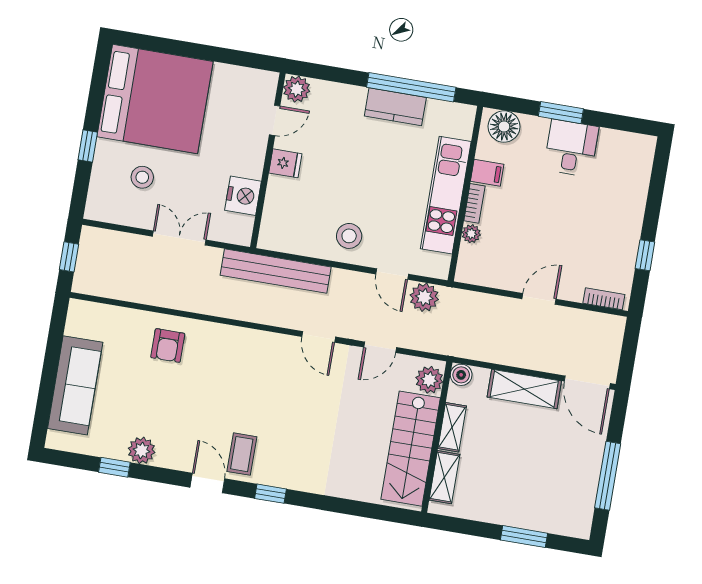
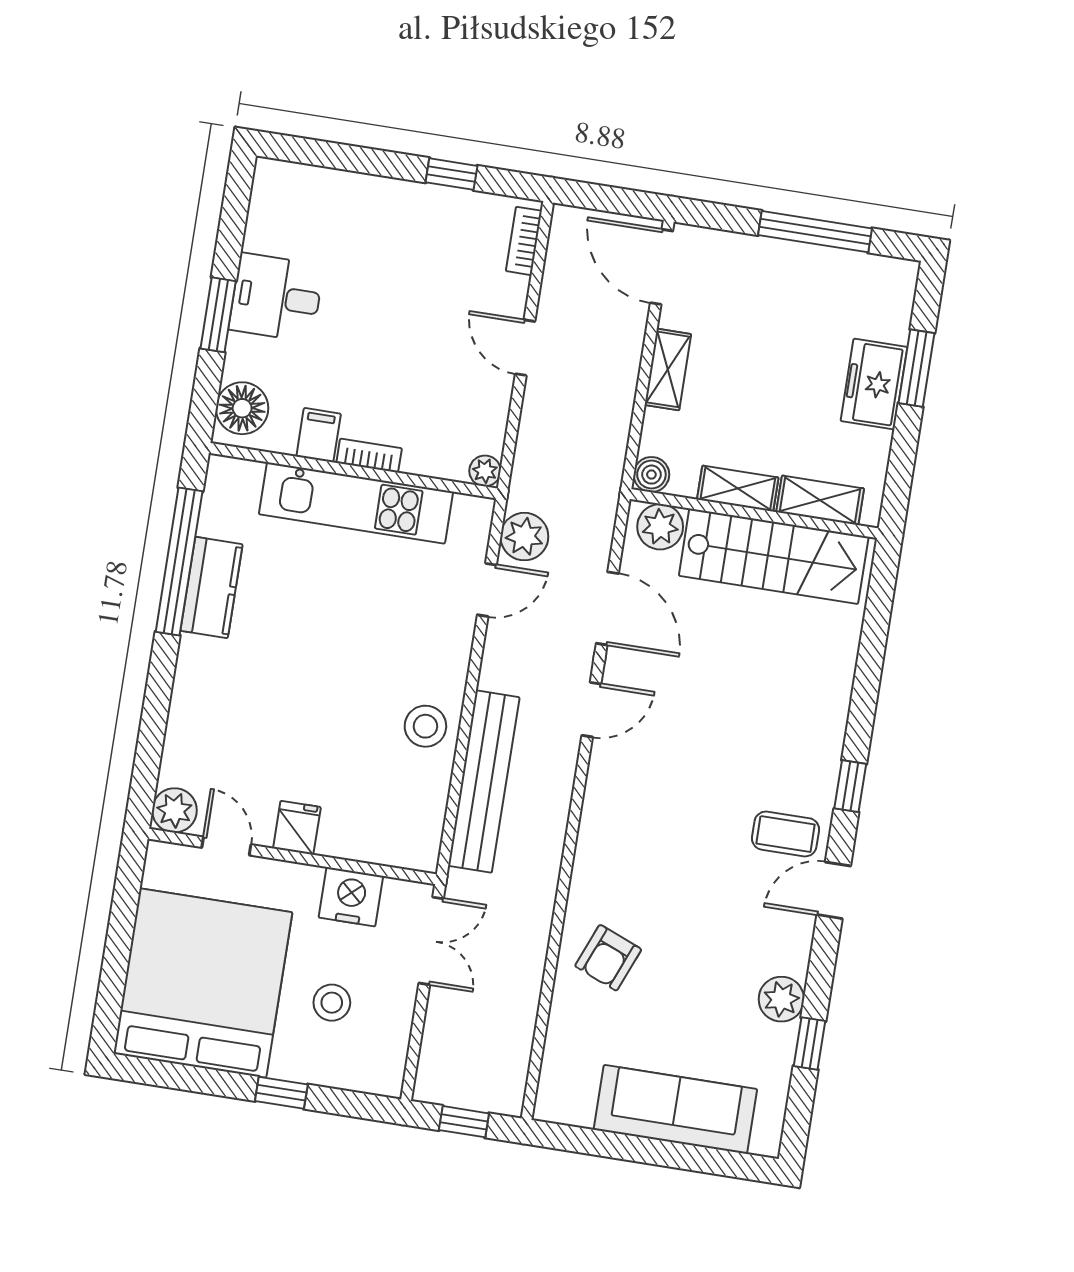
plant: (297, 89) -> (175, 810), moved
door: (275, 120) -> (226, 846), moved
wall: (268, 160) -> (292, 856), moved
fridge: (285, 163) -> (297, 828), moved
nightstand: (243, 196) -> (351, 897), moved
plant: (471, 234) -> (485, 471), moved
stool: (349, 236) -> (425, 726), moved
double door: (179, 238) -> (431, 941), swing flipped
armchair: (168, 345) -> (608, 958), turned 112
door: (380, 347) -> (607, 608), width x1.38
door: (587, 382) -> (662, 267), swing flipped
shelving: (524, 389) -> (668, 369), width x0.67, depth x0.75
freezer: (515, 511) -> (874, 384), added

